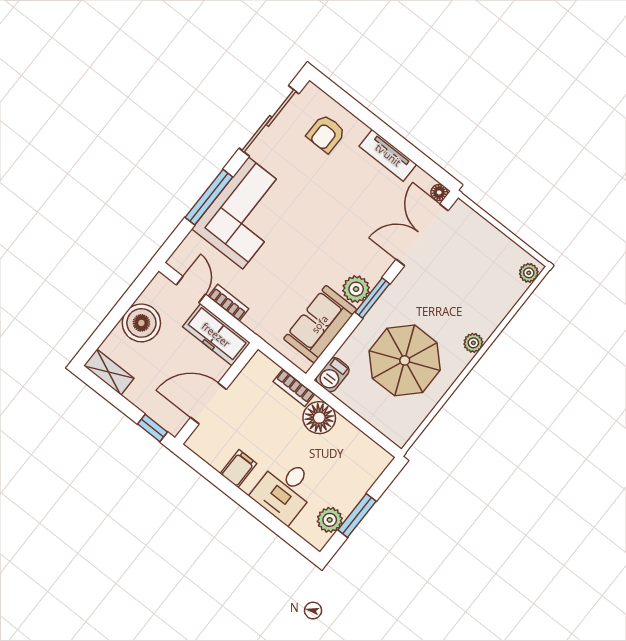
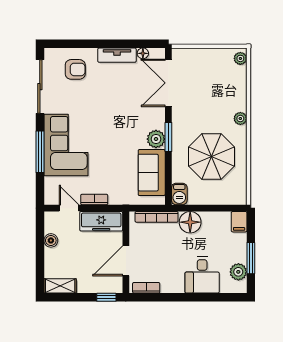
armchair: (326, 133) -> (75, 69), turned -90
floor lamp: (439, 192) -> (143, 53), moved
boiler: (141, 323) -> (51, 240), width x0.54, depth x0.54
bookcase: (294, 388) -> (157, 217), width x1.56
bookcase: (208, 454) -> (146, 288), added
filing cabinet: (238, 469) -> (239, 222), moved, turned 180

